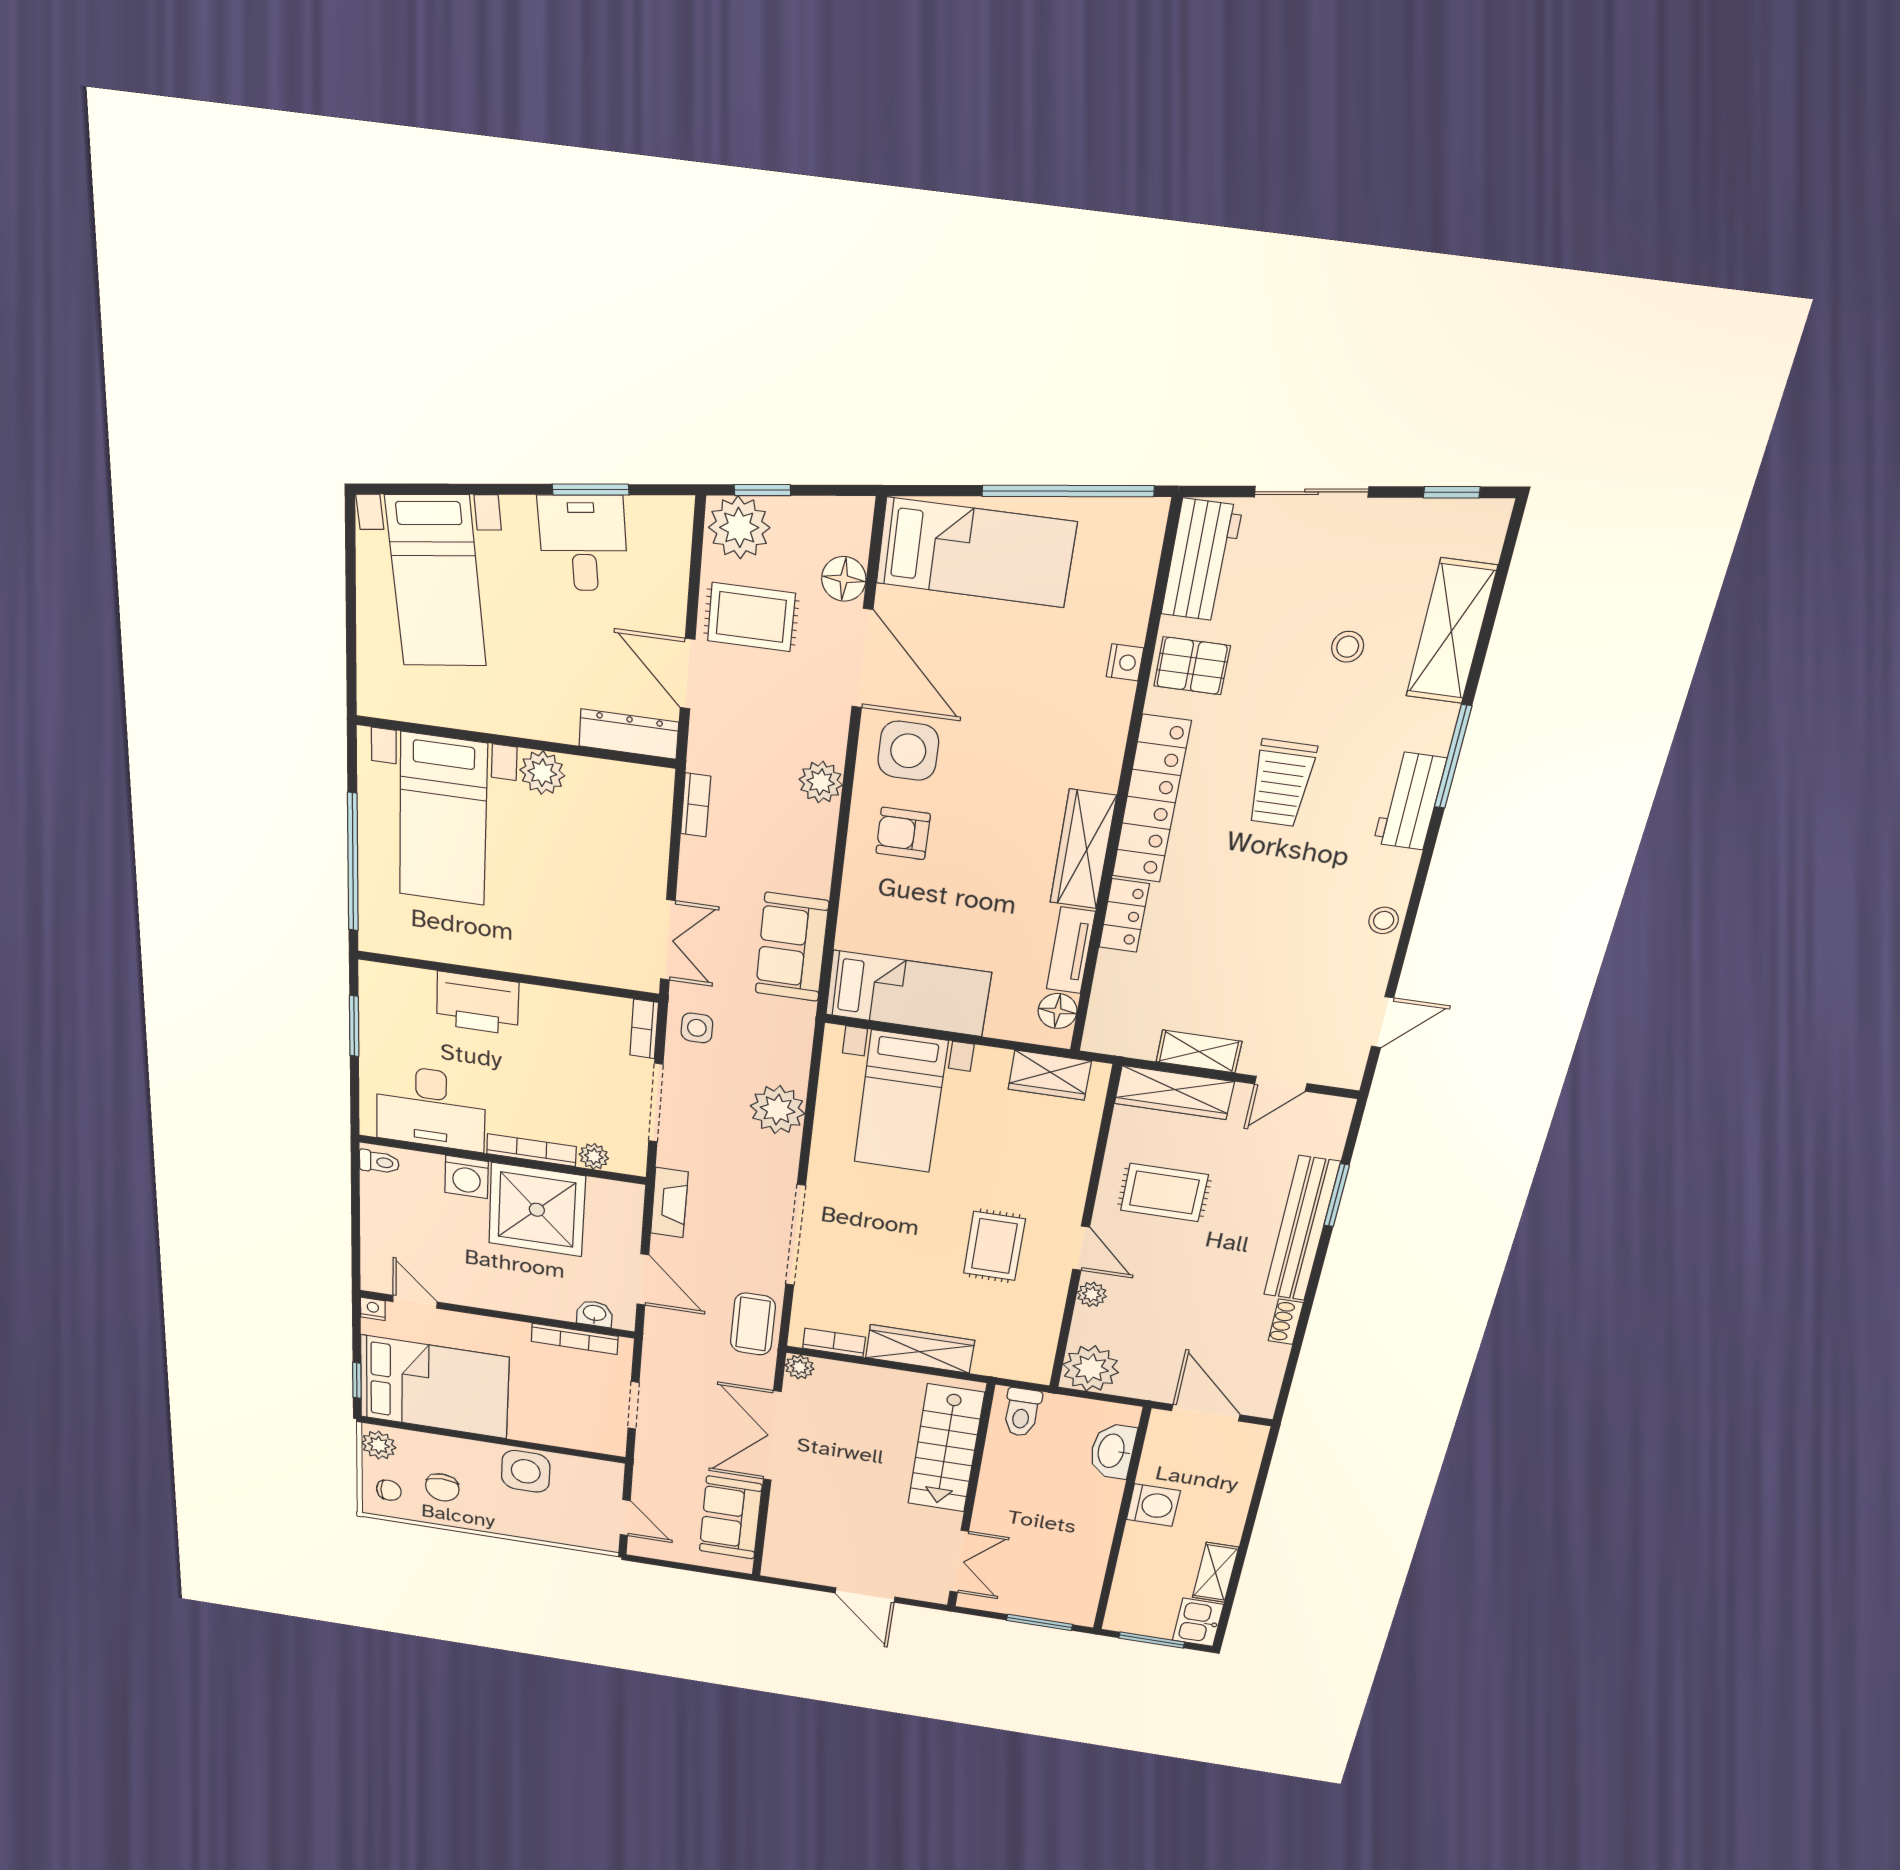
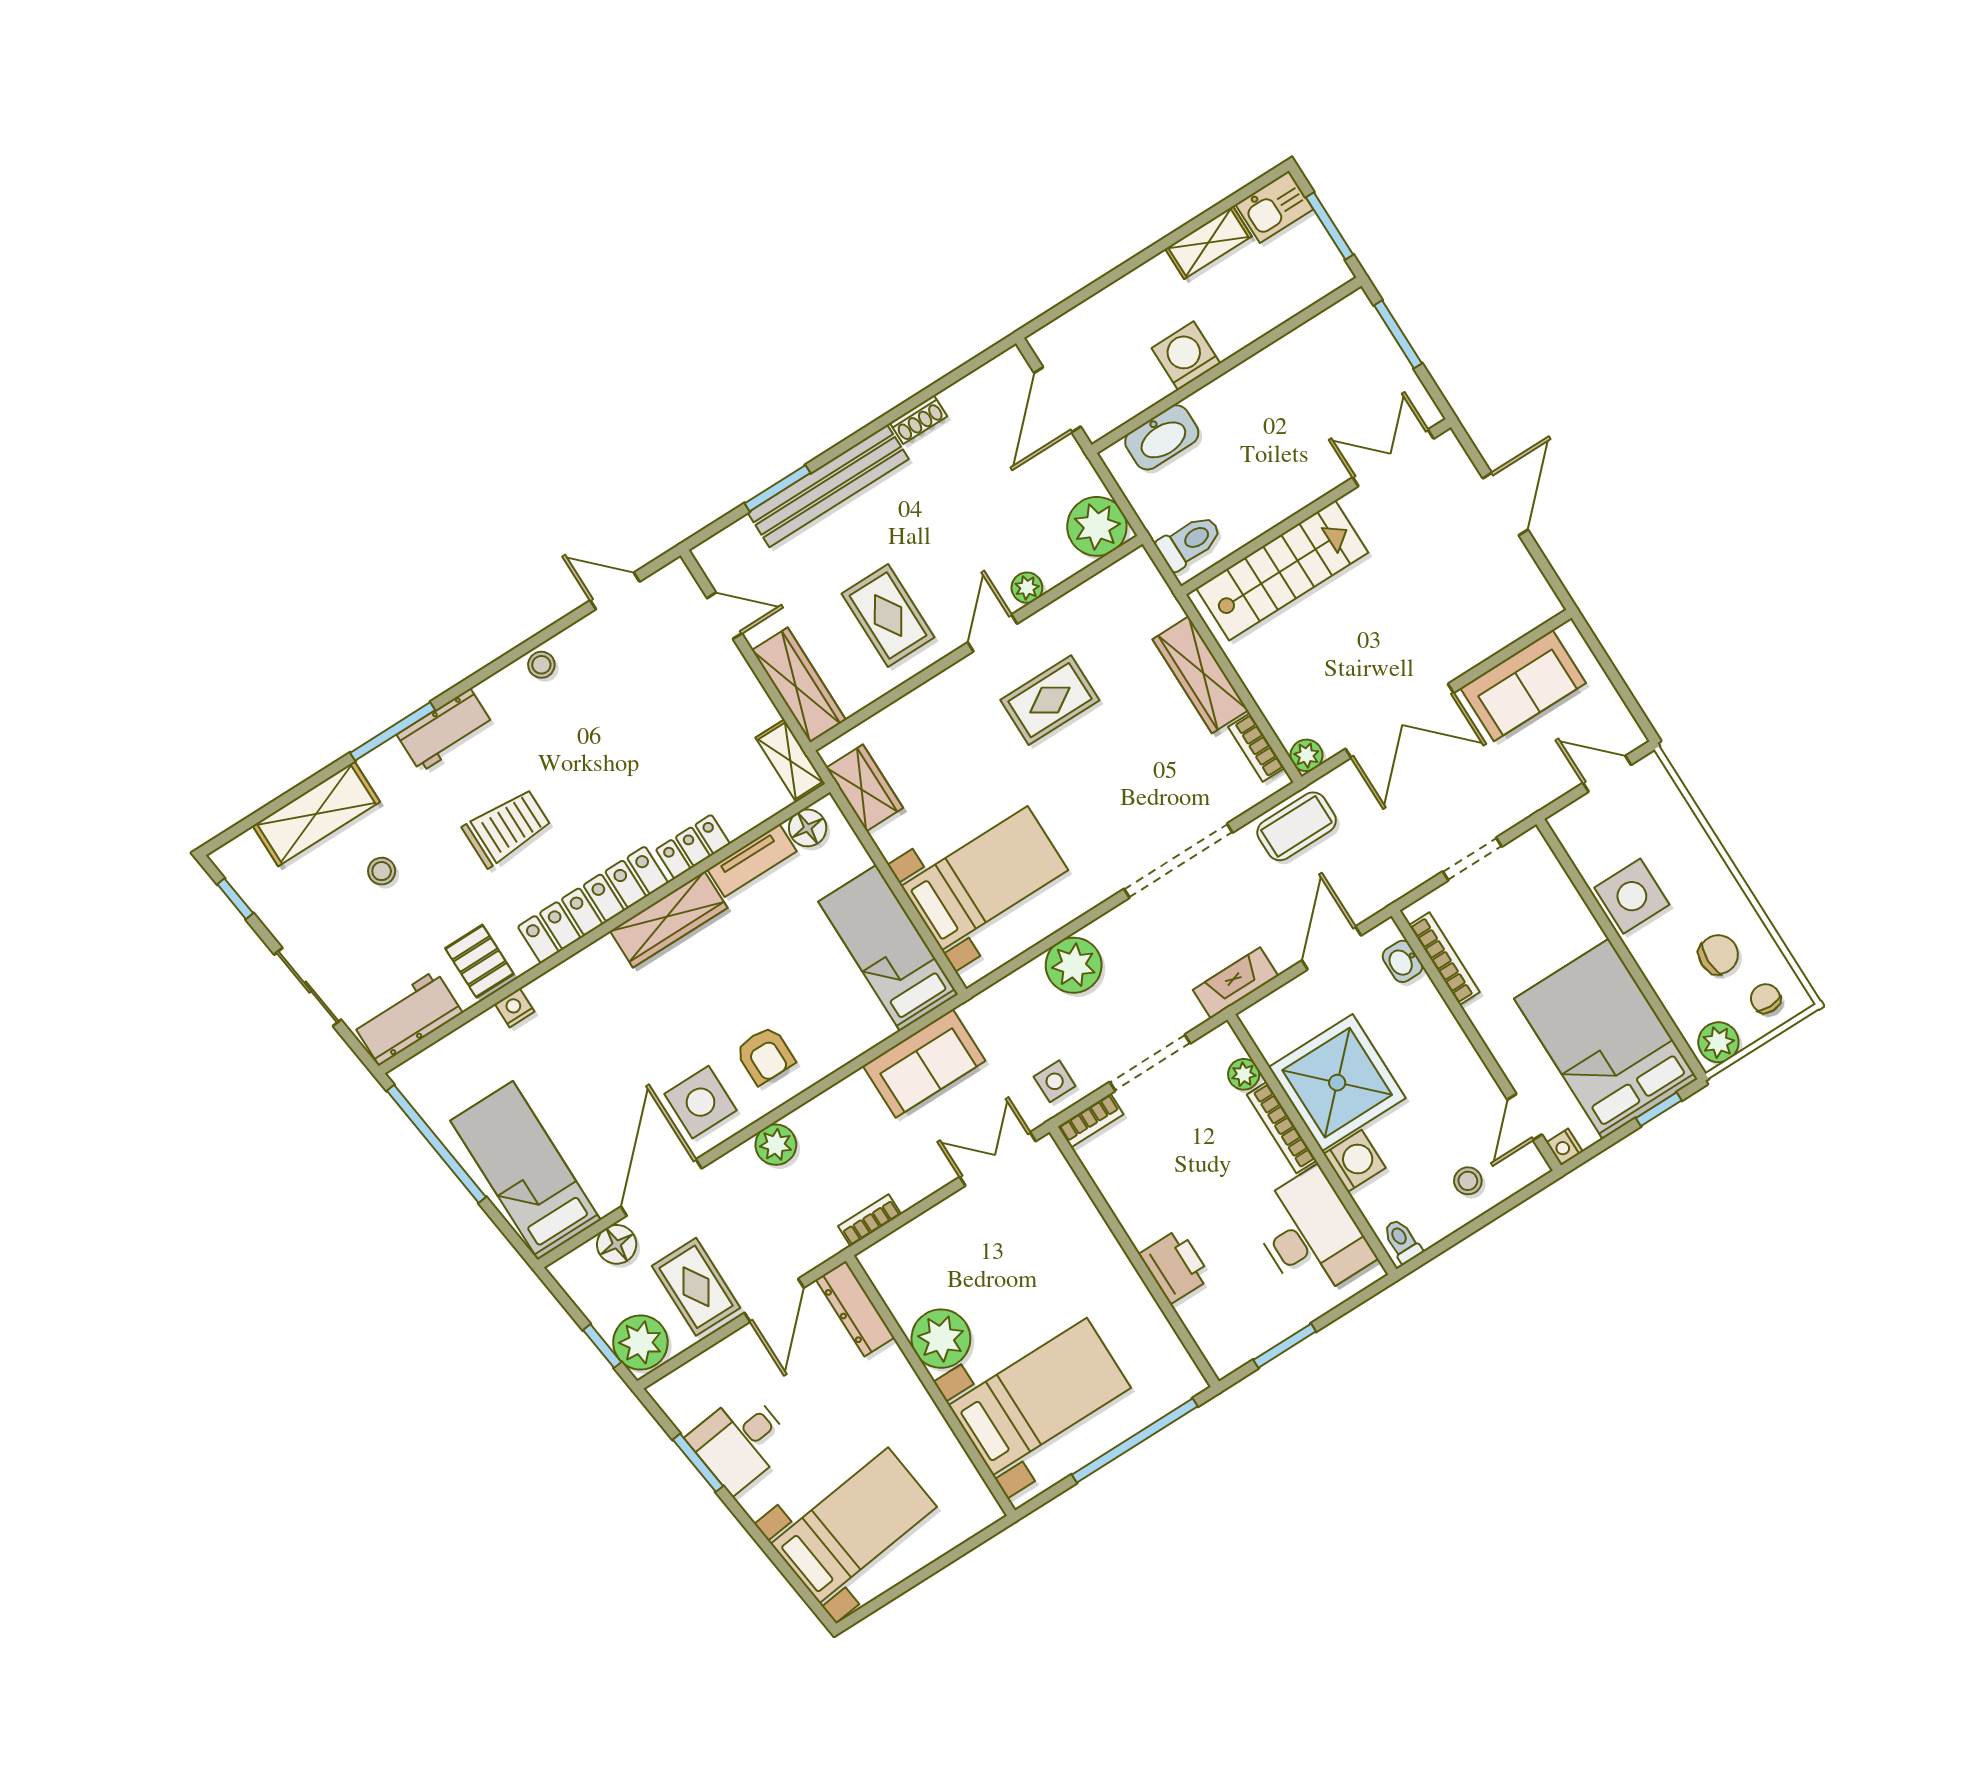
plant: (542, 773) -> (941, 1339), width x1.36, depth x1.36
printer: (478, 1003) -> (1175, 1266), width x0.73, depth x0.84
shelving: (1199, 1051) -> (790, 761), moved
stool: (394, 1235) -> (1468, 1181), added
door: (625, 1518) -> (1607, 774), hinge flipped

